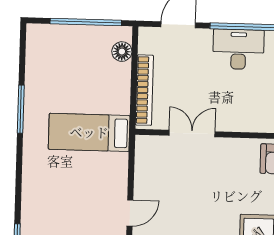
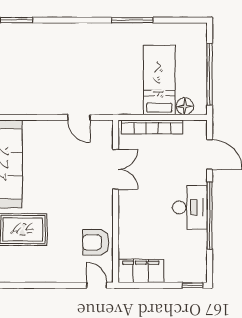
bed: (89, 132) -> (159, 80), moved
door: (130, 213) -> (79, 117), moved

